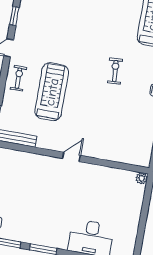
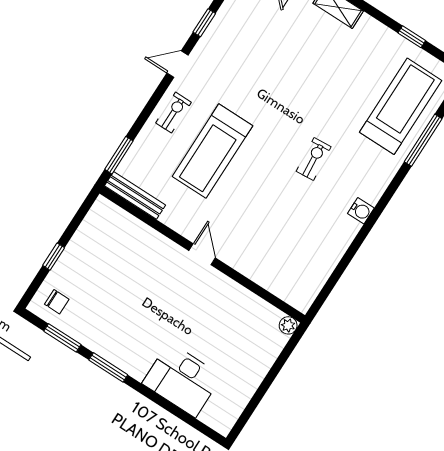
treadmill: (52, 92) -> (212, 151), turned 180
door: (71, 157) -> (202, 254), hinge flipped

